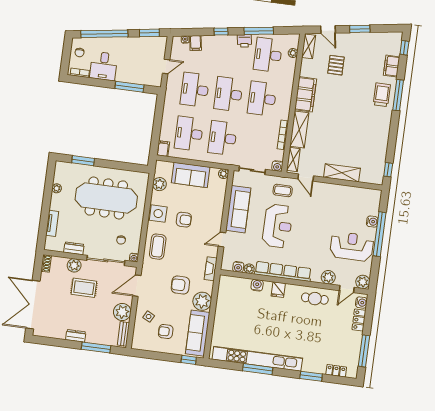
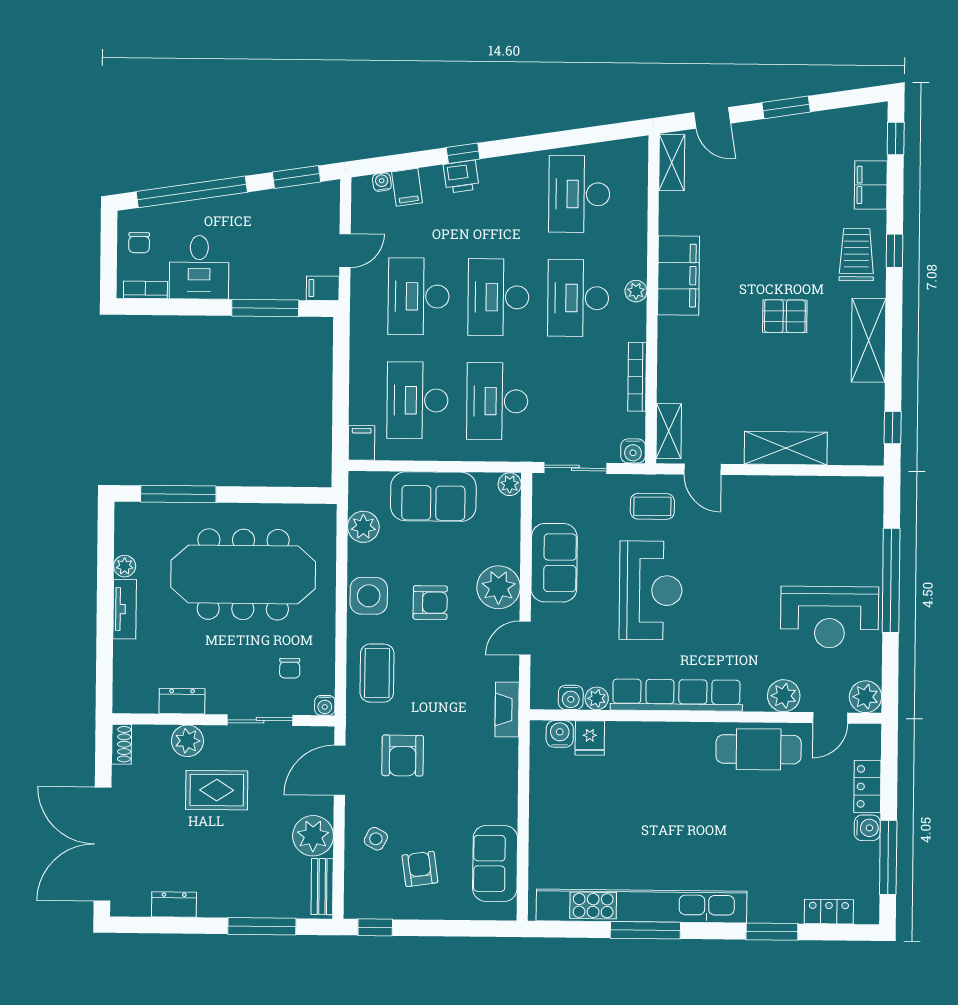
window: (259, 31) -> (551, 141), removed
printer: (244, 41) -> (461, 177), moved
plant: (293, 53) -> (636, 291), moved
pallet: (336, 65) -> (785, 316), moved, turned 90
filing cabinet: (155, 81) -> (323, 288), added
window: (398, 95) -> (894, 251), width x0.46
shelving: (299, 130) -> (869, 340), moved
window: (83, 161) -> (178, 494), width x1.44
sofa: (238, 209) -> (554, 563), width x0.73
water cooler: (372, 222) -> (870, 553), removed
tv unit: (52, 223) -> (125, 609), moved
reception desk: (352, 246) -> (830, 617), turned 180
sliding door: (106, 260) -> (260, 720), width x0.73
armchair: (180, 285) -> (403, 756), moved, turned -90
water cooler: (257, 285) -> (560, 734), moved
fridge: (278, 290) -> (590, 738), moved
cafe table: (315, 299) -> (759, 749), width x1.37, depth x1.35
plant: (202, 301) -> (499, 587), moved
water cooler: (361, 303) -> (867, 828), moved
armchair: (166, 332) -> (420, 869), turned 82
sofa: (198, 333) -> (495, 863), width x0.73
dresser: (76, 336) -> (174, 904), moved
window: (189, 360) -> (375, 927), moved

